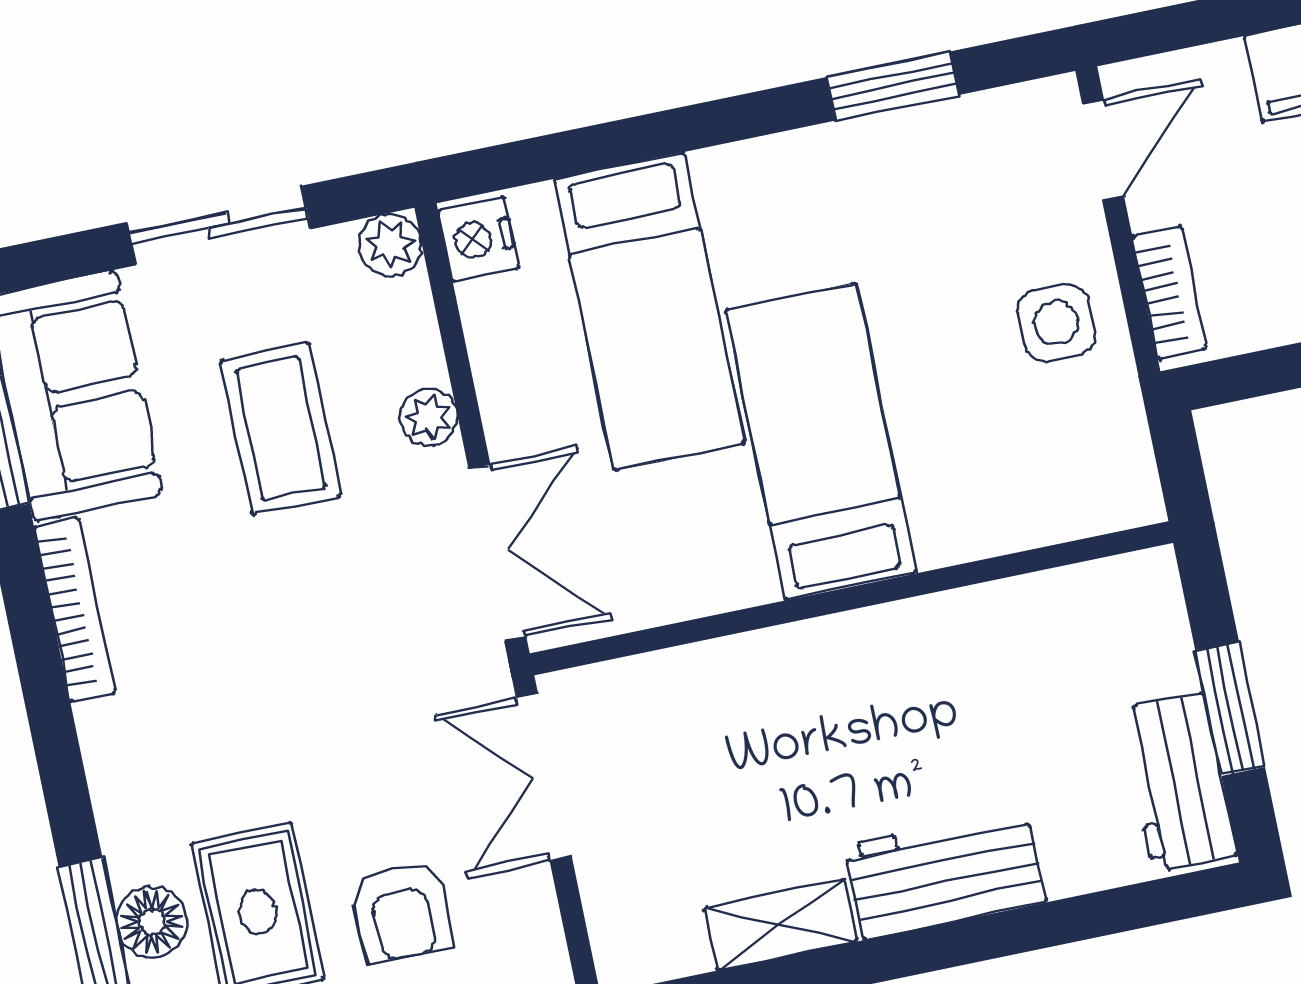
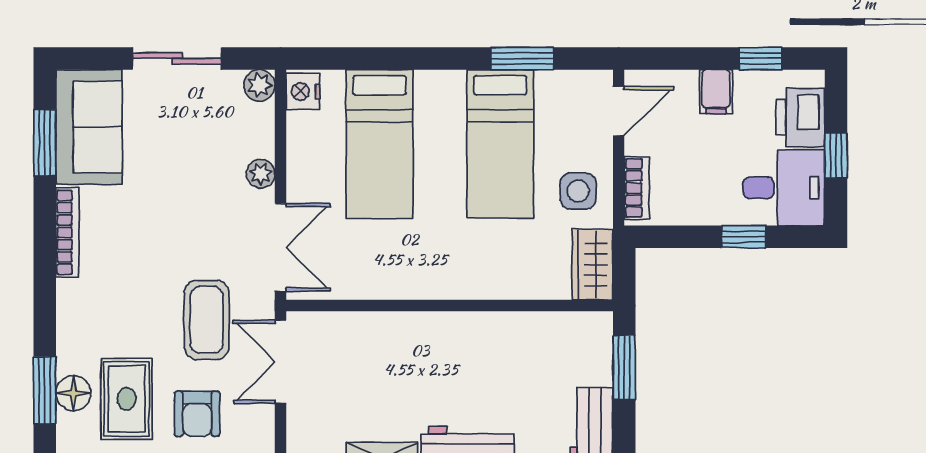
coffee table: (281, 429) -> (207, 320), moved
bed: (821, 442) -> (500, 144), moved, turned 180
wardrobe: (1114, 460) -> (593, 265), added
window: (1230, 709) -> (624, 367), moved

